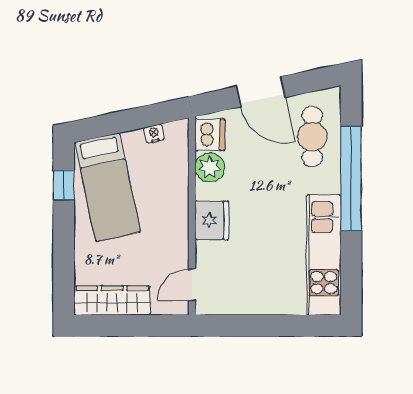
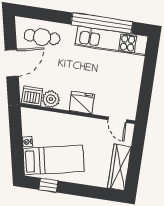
nightstand: (154, 134) -> (27, 142), moved
window: (351, 179) -> (102, 23), moved

